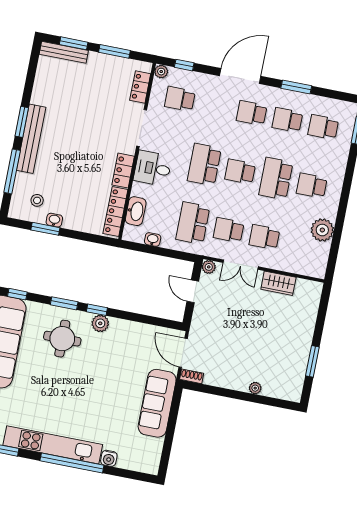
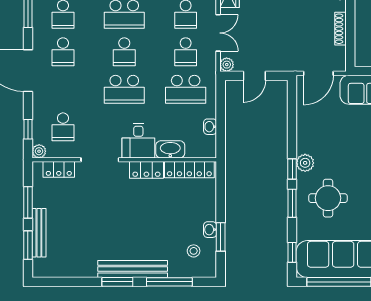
bench: (64, 52) -> (39, 233), moved
washbasin: (136, 211) -> (170, 149), moved
shoe rack: (192, 376) -> (340, 29), moved, width x1.43

